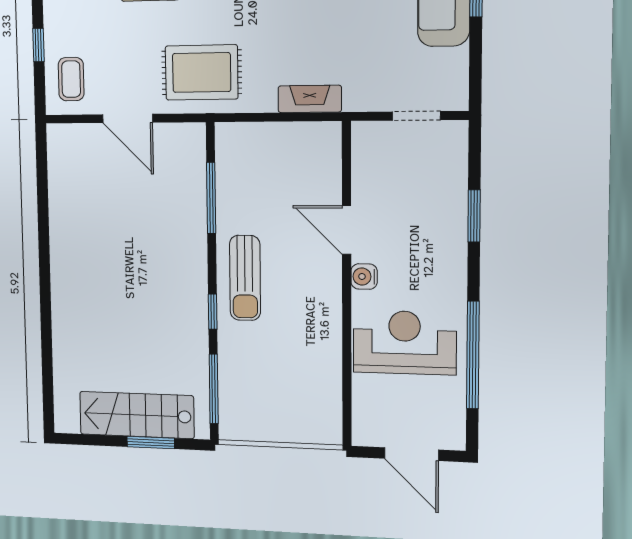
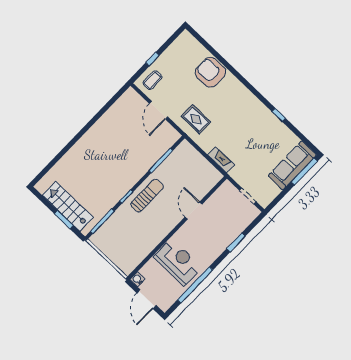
rug: (202, 72) -> (196, 119), width x0.73, depth x0.70
water cooler: (364, 277) -> (137, 279), moved
sun lounger: (245, 278) -> (147, 196), turned 180

